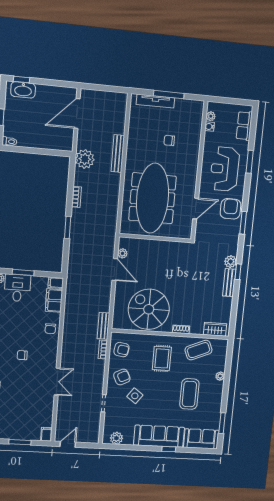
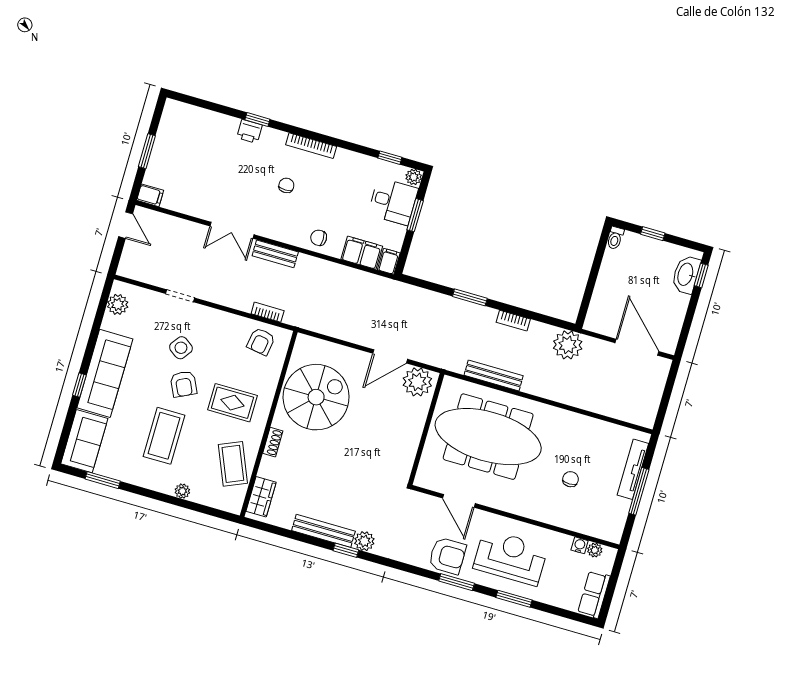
row of seats: (244, 126) -> (594, 594), moved, turned -90
bench: (118, 154) -> (494, 376), moved
window: (243, 223) -> (457, 582), moved
plant: (123, 253) -> (417, 382), width x1.88, depth x1.88
bench: (229, 283) -> (323, 531), width x1.36
bench: (103, 326) -> (275, 254), moved
armchair: (122, 377) -> (183, 384), moved
coffee table: (189, 394) -> (164, 436), turned 90

